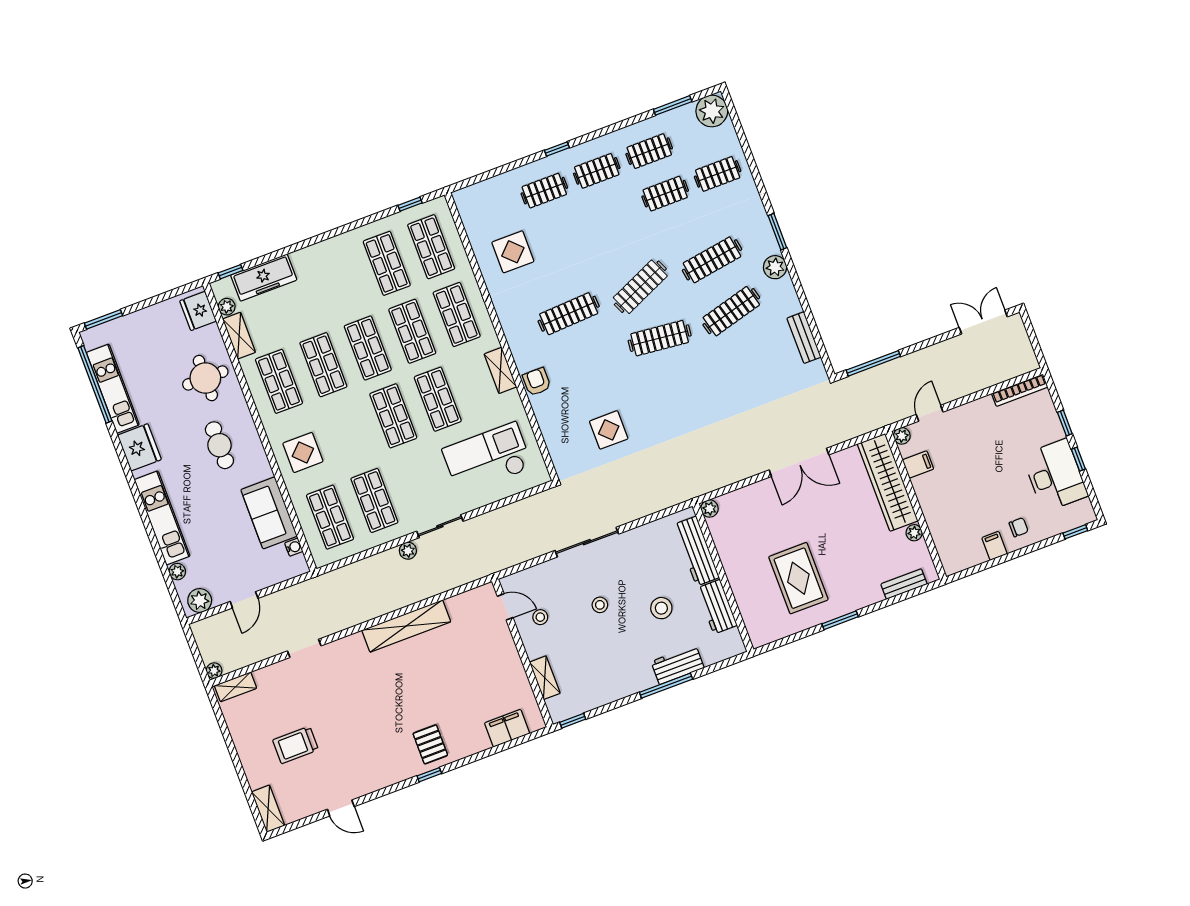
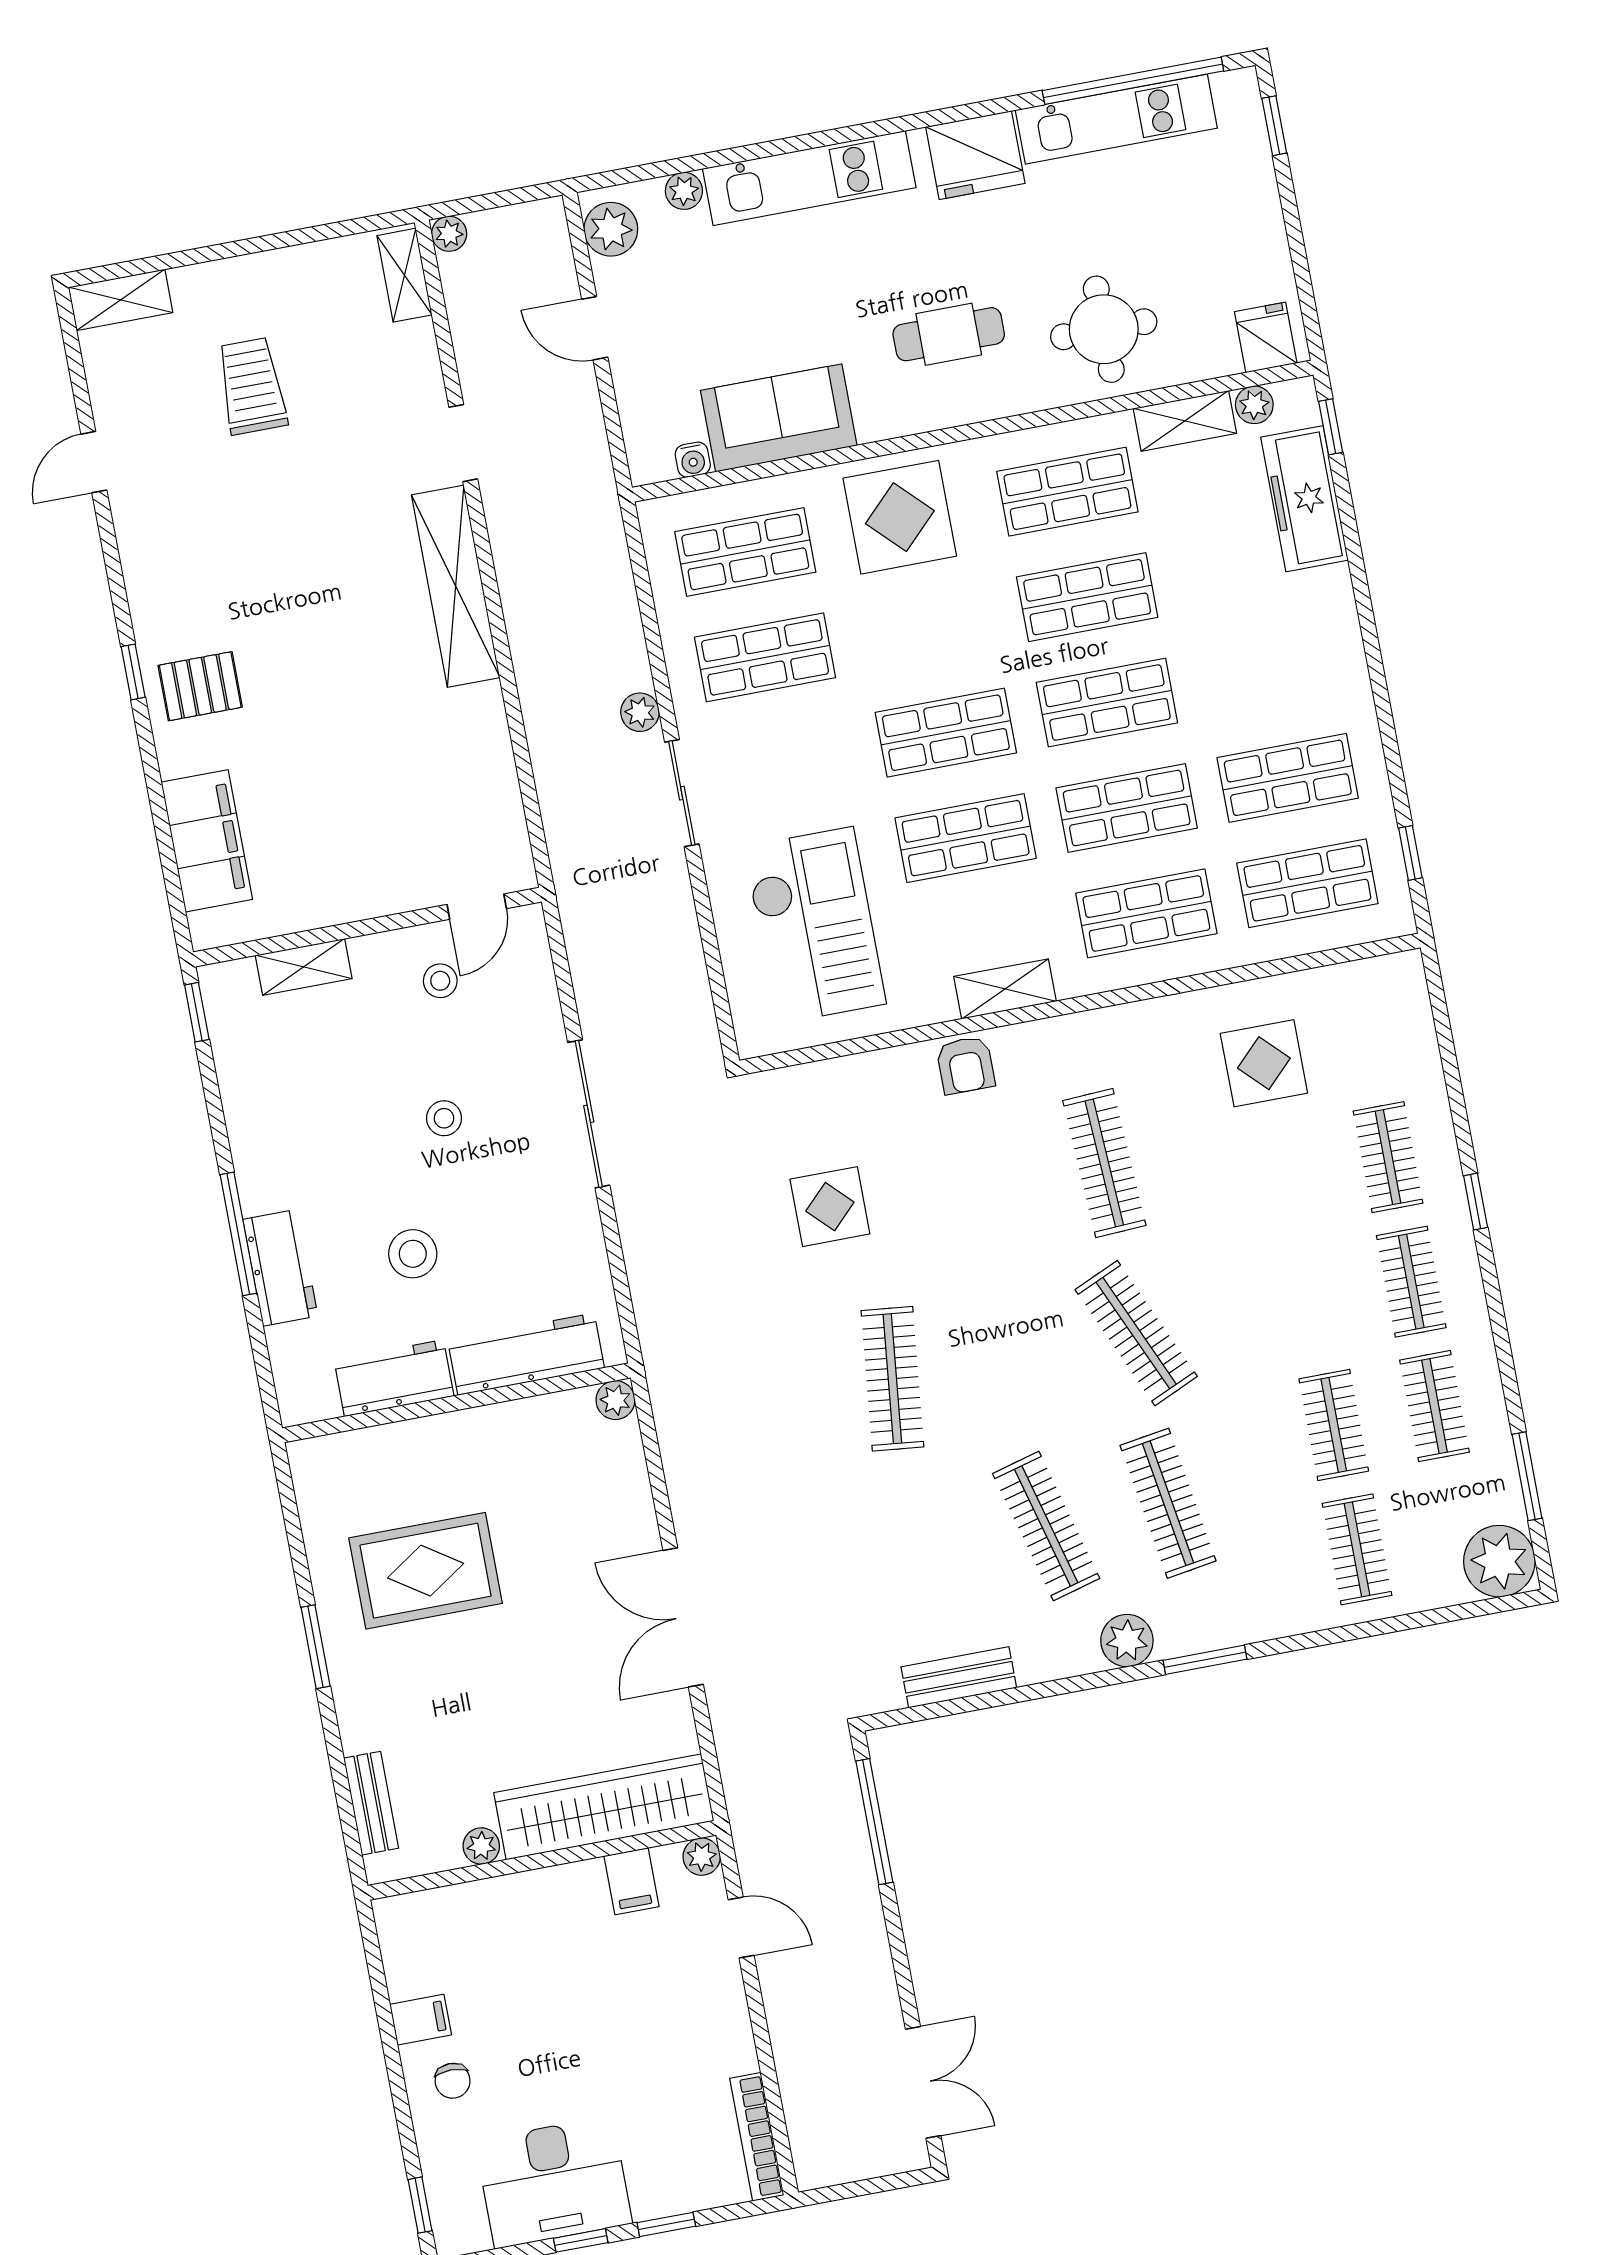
fridge: (198, 311) -> (1266, 337), width x0.72
window: (104, 319) -> (1274, 126), width x0.67
clothes rail: (660, 338) -> (892, 1379), moved
armchair: (537, 382) -> (966, 1065), turned 90
display table: (303, 452) -> (900, 517), width x1.36, depth x1.36
shelving: (406, 626) -> (456, 586), moved
filing cabinet: (507, 728) -> (207, 841), width x1.50, depth x1.17

